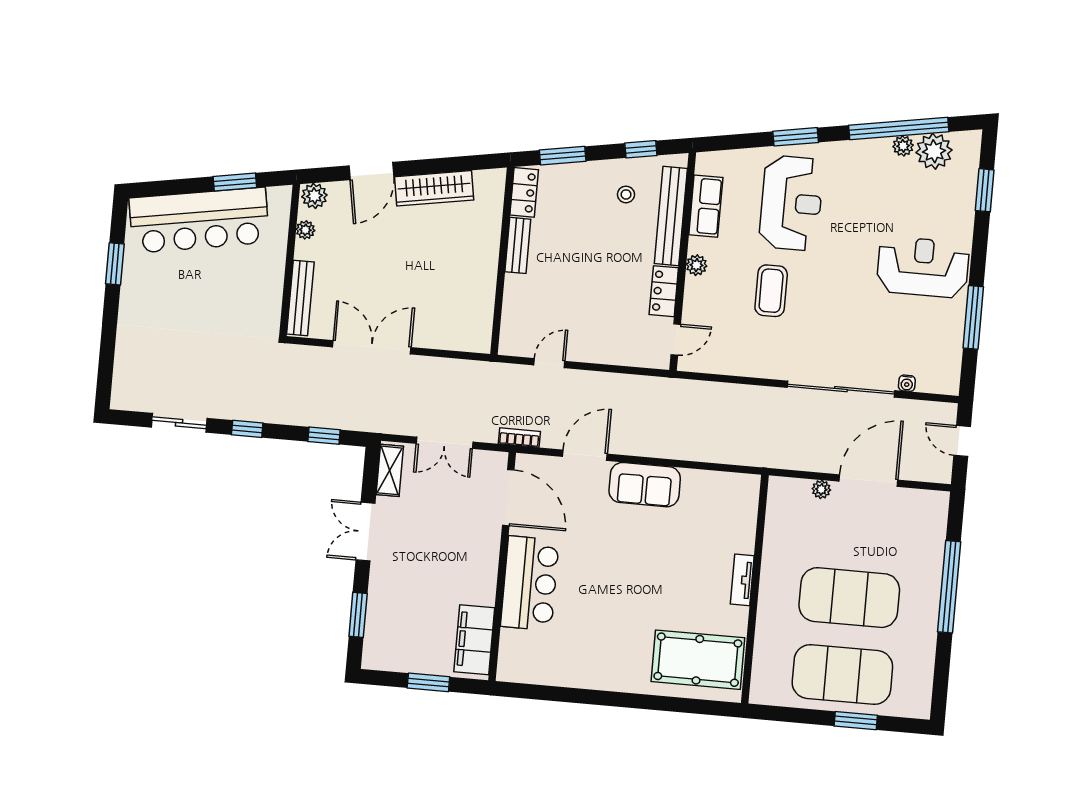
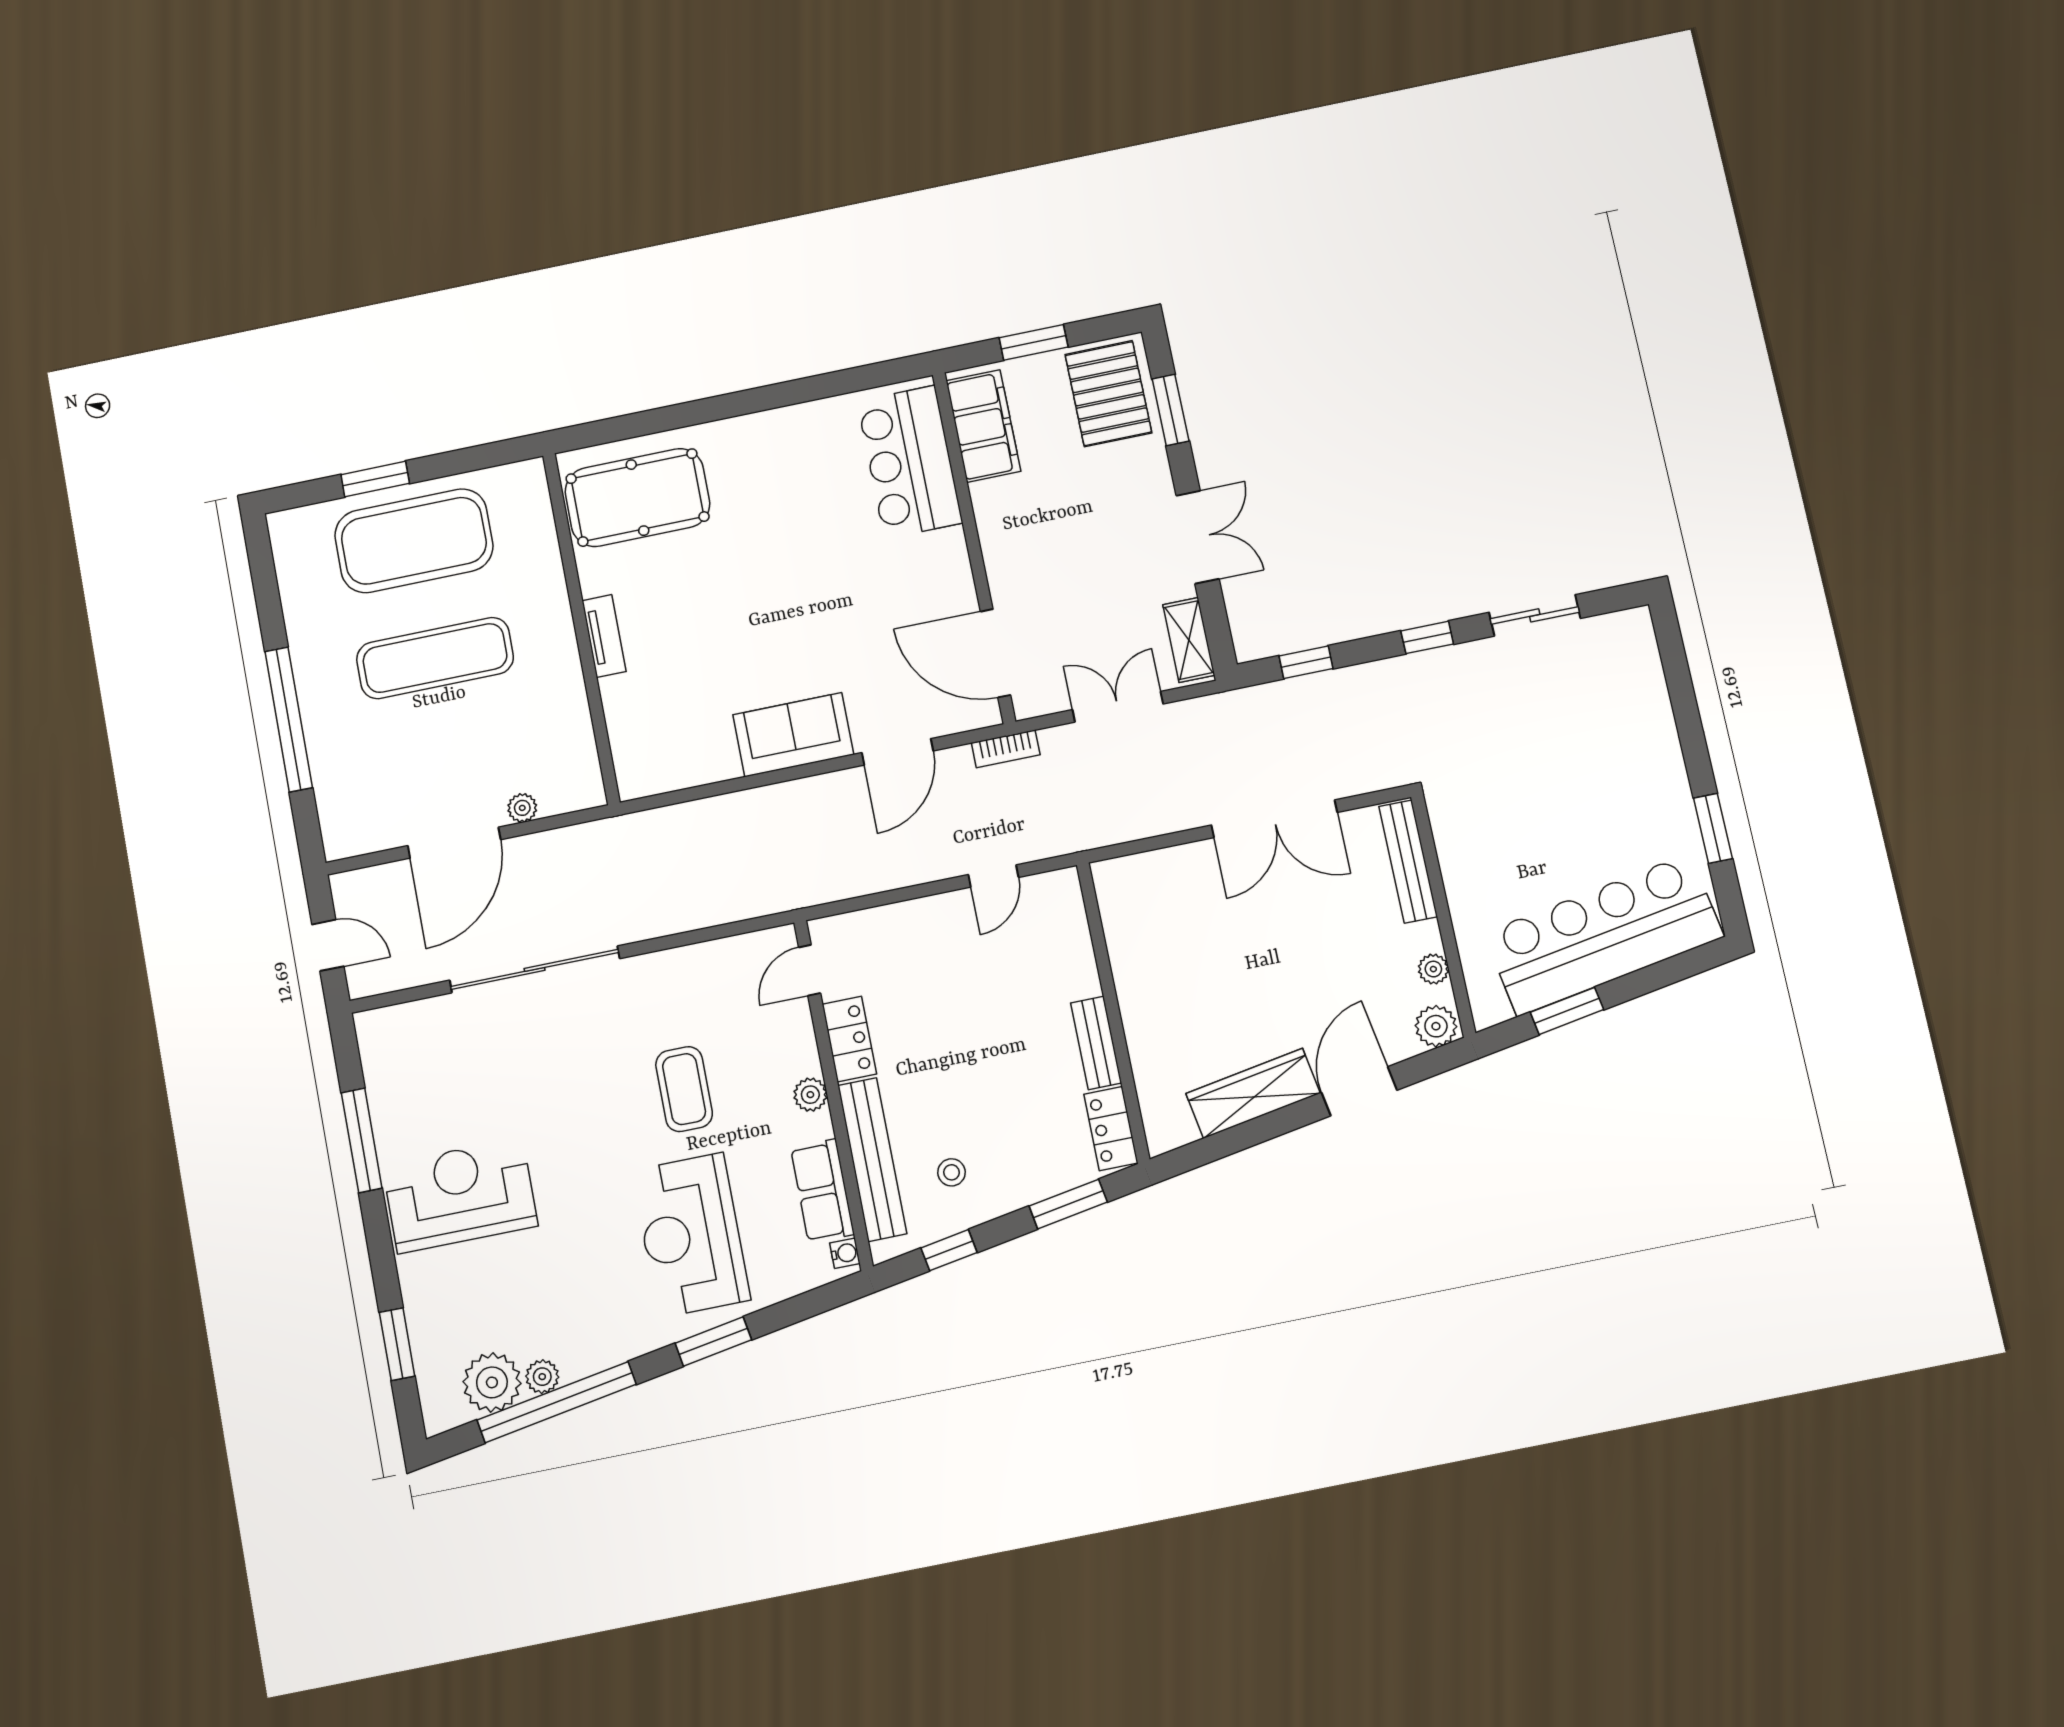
reception desk: (923, 267) -> (460, 1195), turned 180
water cooler: (907, 383) -> (845, 1253), moved, turned 90
bar counter: (530, 583) -> (910, 462), moved
exercise mat: (849, 598) -> (435, 658), width x0.68
pallet: (393, 637) -> (1108, 394), added

